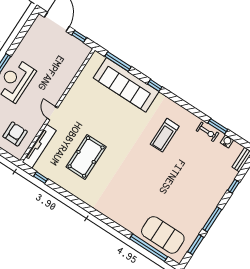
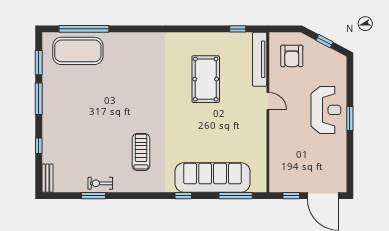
water cooler: (227, 141) -> (74, 186), removed

